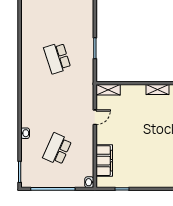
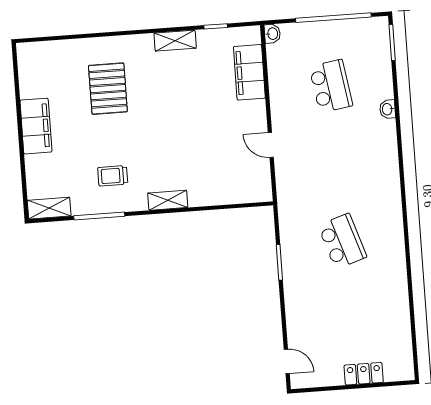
shelving: (108, 90) -> (175, 41), moved
door: (95, 117) -> (271, 145), hinge flipped
school desk: (57, 149) -> (331, 86), turned -33

